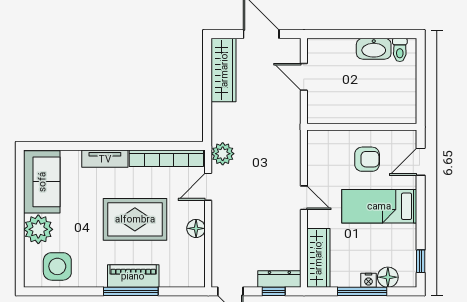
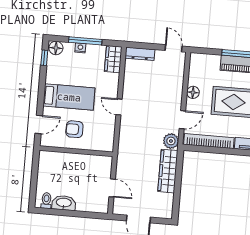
wardrobe: (224, 70) -> (168, 171), moved
wardrobe: (318, 258) -> (113, 59), width x0.67
floor lamp: (388, 277) -> (56, 48), moved
window: (274, 291) -> (144, 46), removed

